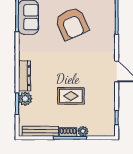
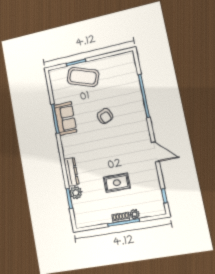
armchair: (72, 24) -> (105, 116), width x0.53, depth x0.53
bench: (40, 131) -> (95, 221), removed

